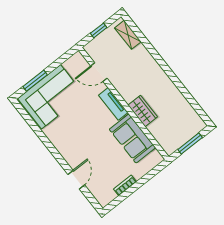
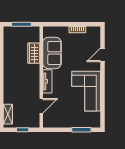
door: (99, 72) -> (41, 106), hinge flipped
corner sofa: (51, 97) -> (86, 91), moved, turned -90
wardrobe: (143, 111) -> (34, 53), moved

